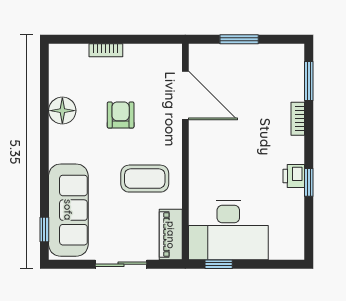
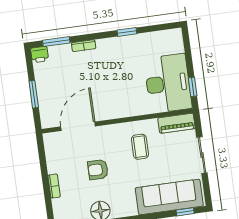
printer: (294, 176) -> (40, 54), moved
coffee table: (145, 179) -> (140, 147), width x0.73, depth x0.77

